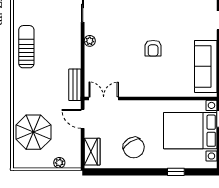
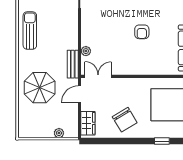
plant: (90, 41) -> (86, 51), moved
door: (83, 119) -> (80, 94), hinge flipped
parasol: (33, 132) -> (40, 88), moved

